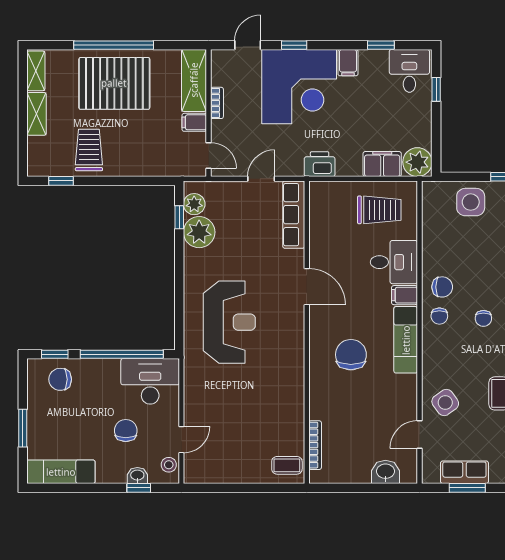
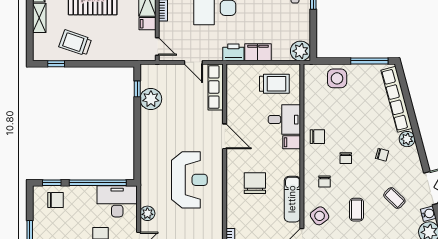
trolley: (89, 150) -> (75, 43), turned -71
filing cabinet: (382, 164) -> (258, 52), moved
door: (261, 179) -> (193, 62), swing flipped
plant: (194, 204) -> (147, 213), moved
chair: (439, 316) -> (324, 181), moved
reception desk: (229, 322) -> (189, 180), moved
exam couch: (406, 340) -> (292, 199), moved
chair: (60, 379) -> (55, 200), turned 180

